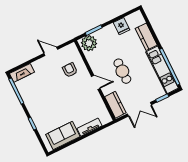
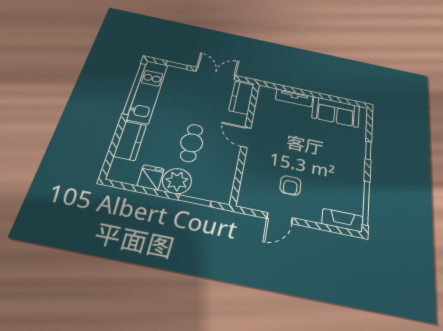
plant: (89, 43) -> (177, 181), moved
door: (51, 51) -> (280, 218), hinge flipped
armchair: (70, 70) -> (290, 185), moved
cafe table: (122, 71) -> (192, 143), moved

